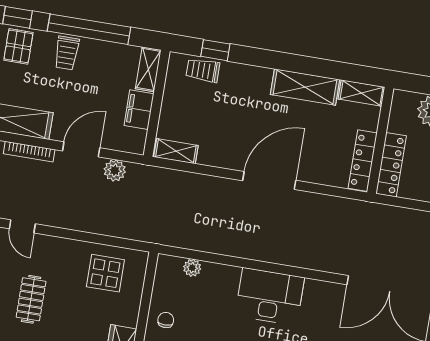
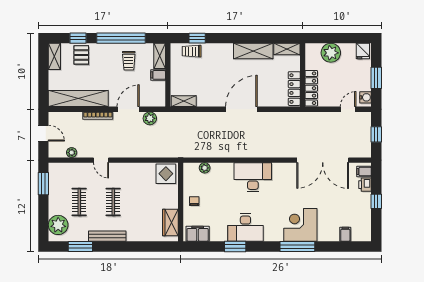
trolley: (67, 53) -> (129, 61), moved
filing cabinet: (139, 110) -> (158, 75), width x0.50
display table: (105, 273) -> (166, 174), moved

